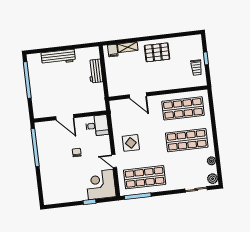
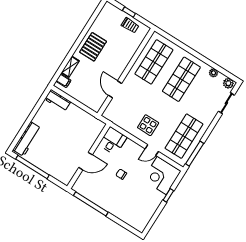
workbench: (58, 57) -> (27, 139), moved
workbench: (96, 71) -> (58, 100), moved
door: (138, 95) -> (115, 89), swing flipped

